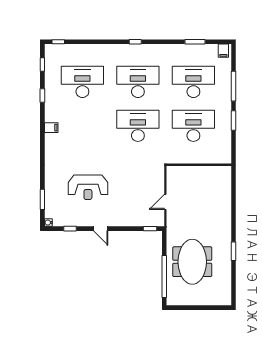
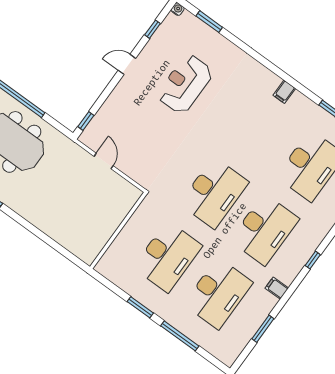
filing cabinet: (223, 51) -> (277, 288), moved

